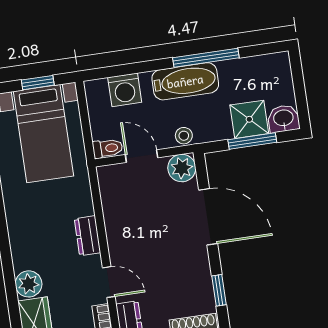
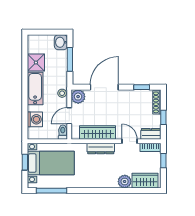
window: (206, 58) -> (25, 76), removed
shower: (249, 119) -> (36, 63), moved
wardrobe: (117, 217) -> (97, 133), added
dresser: (87, 236) -> (101, 149), width x1.44
door: (109, 282) -> (130, 141), hinge flipped

